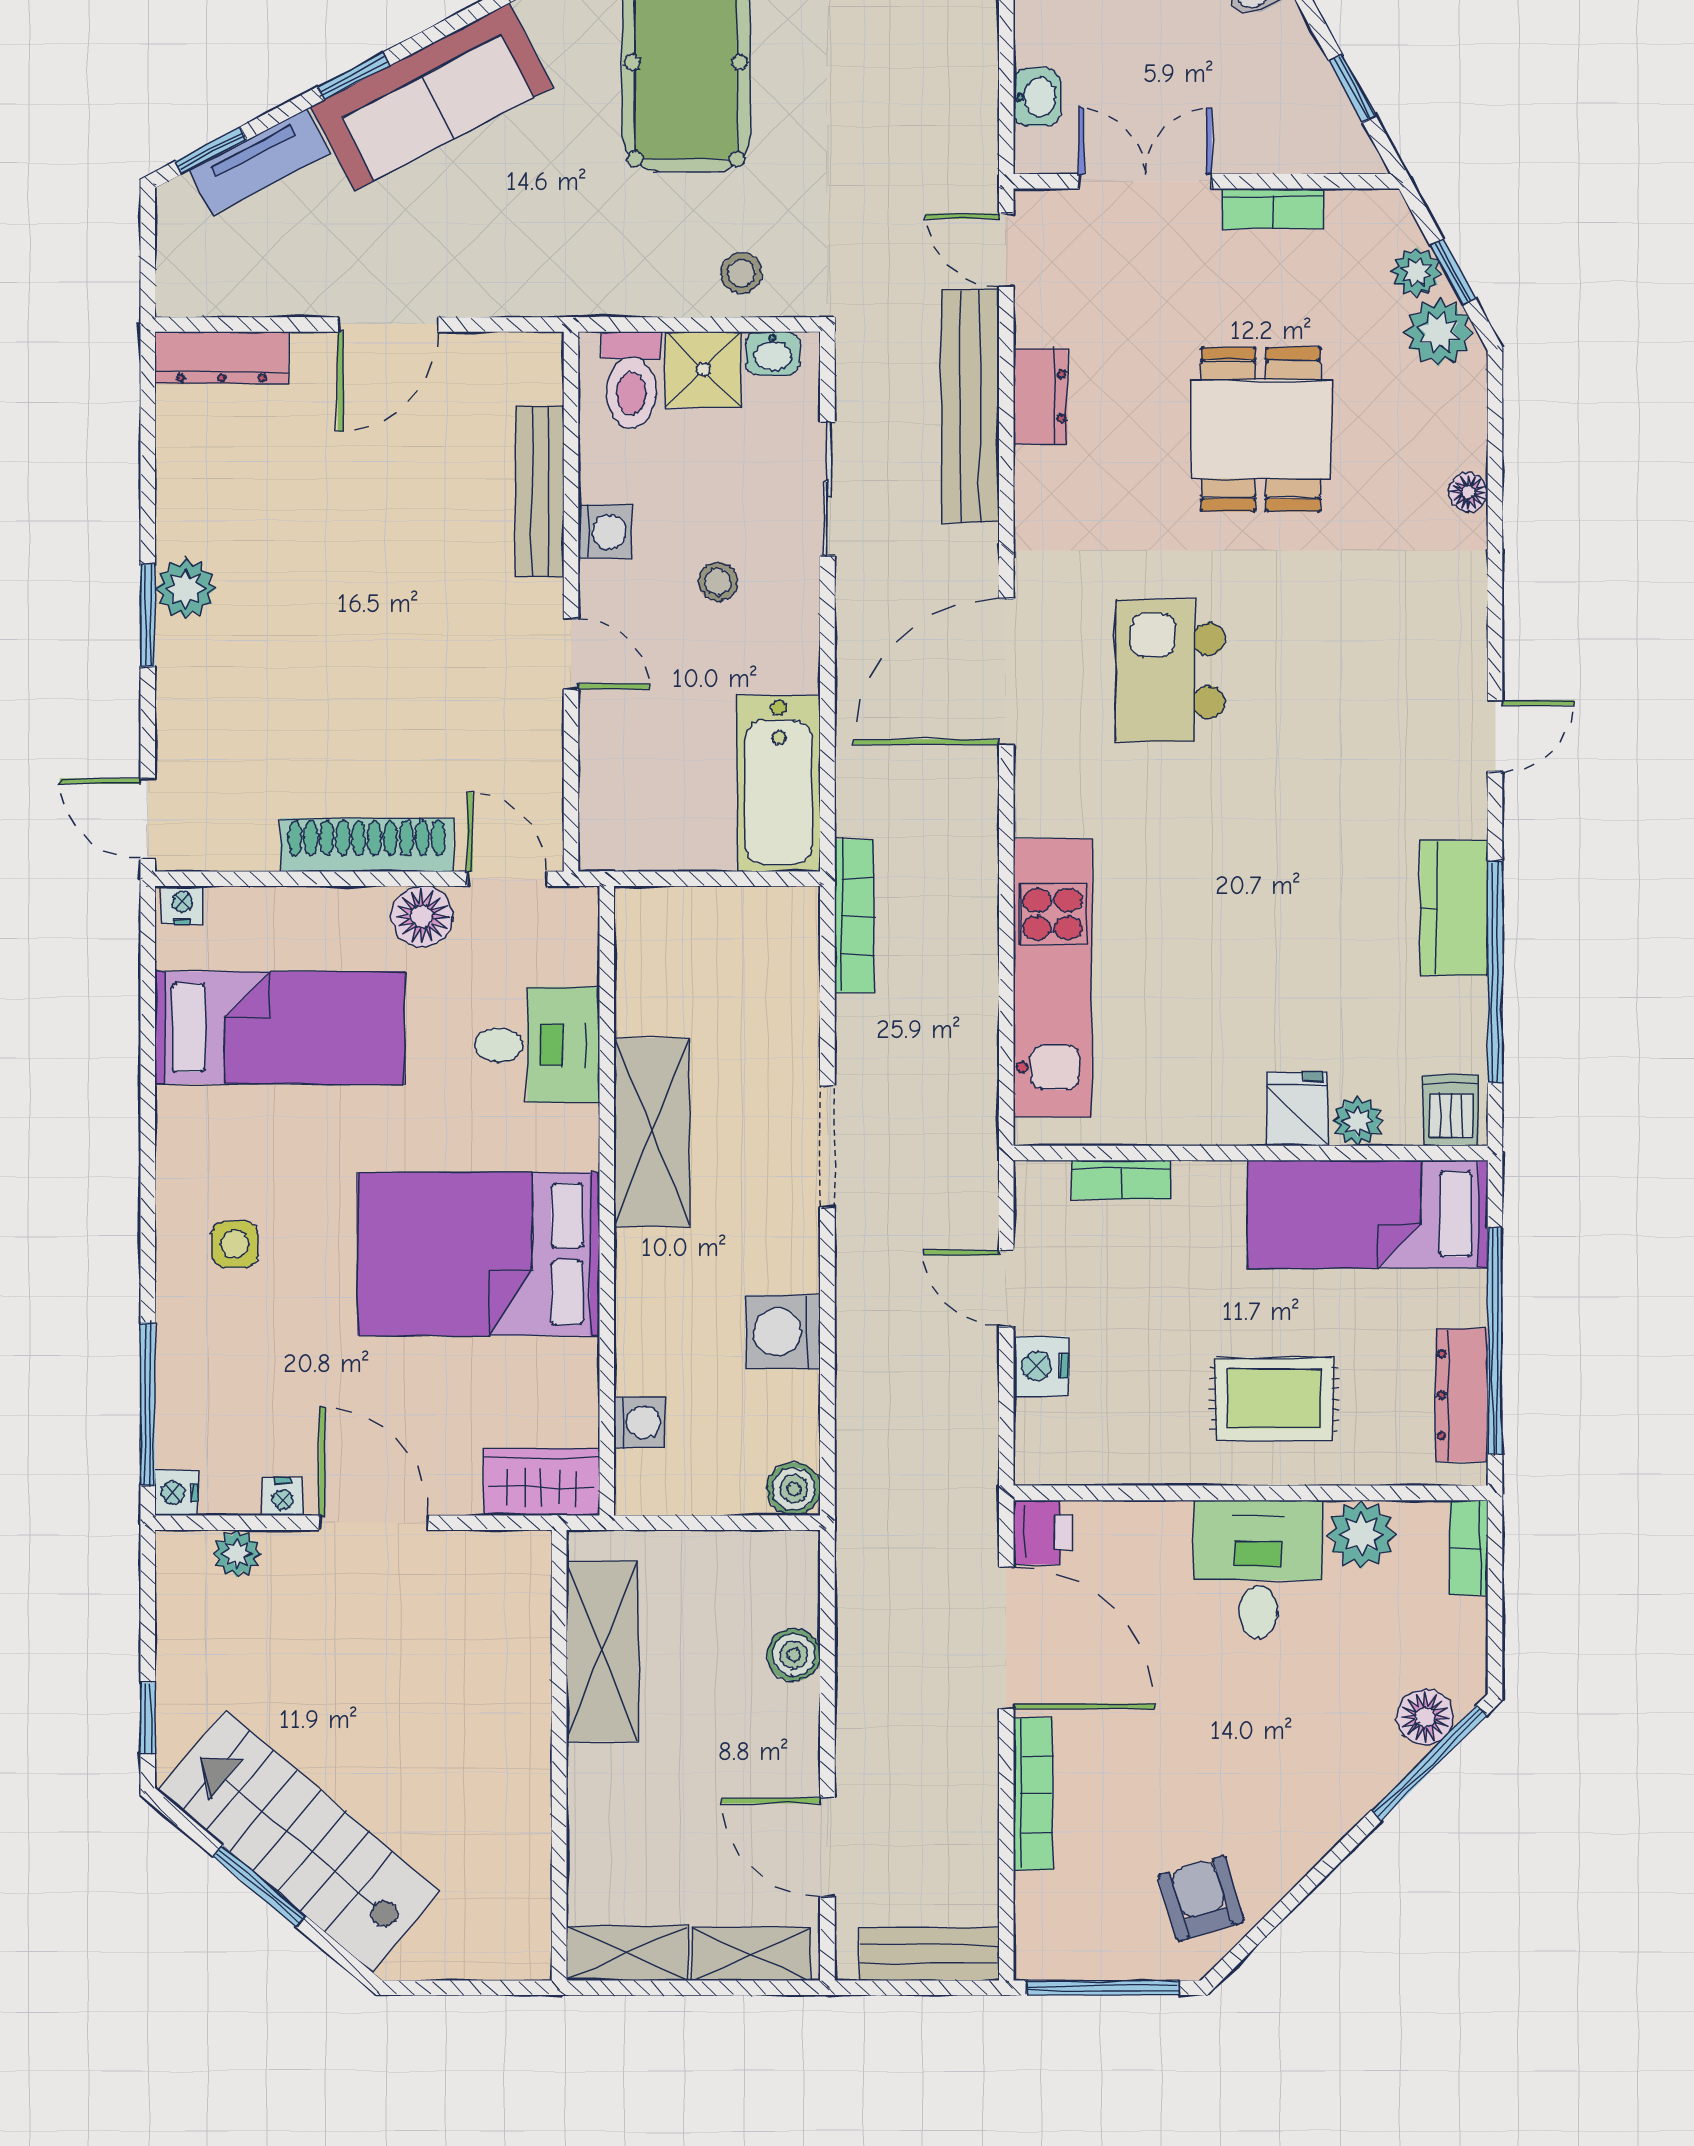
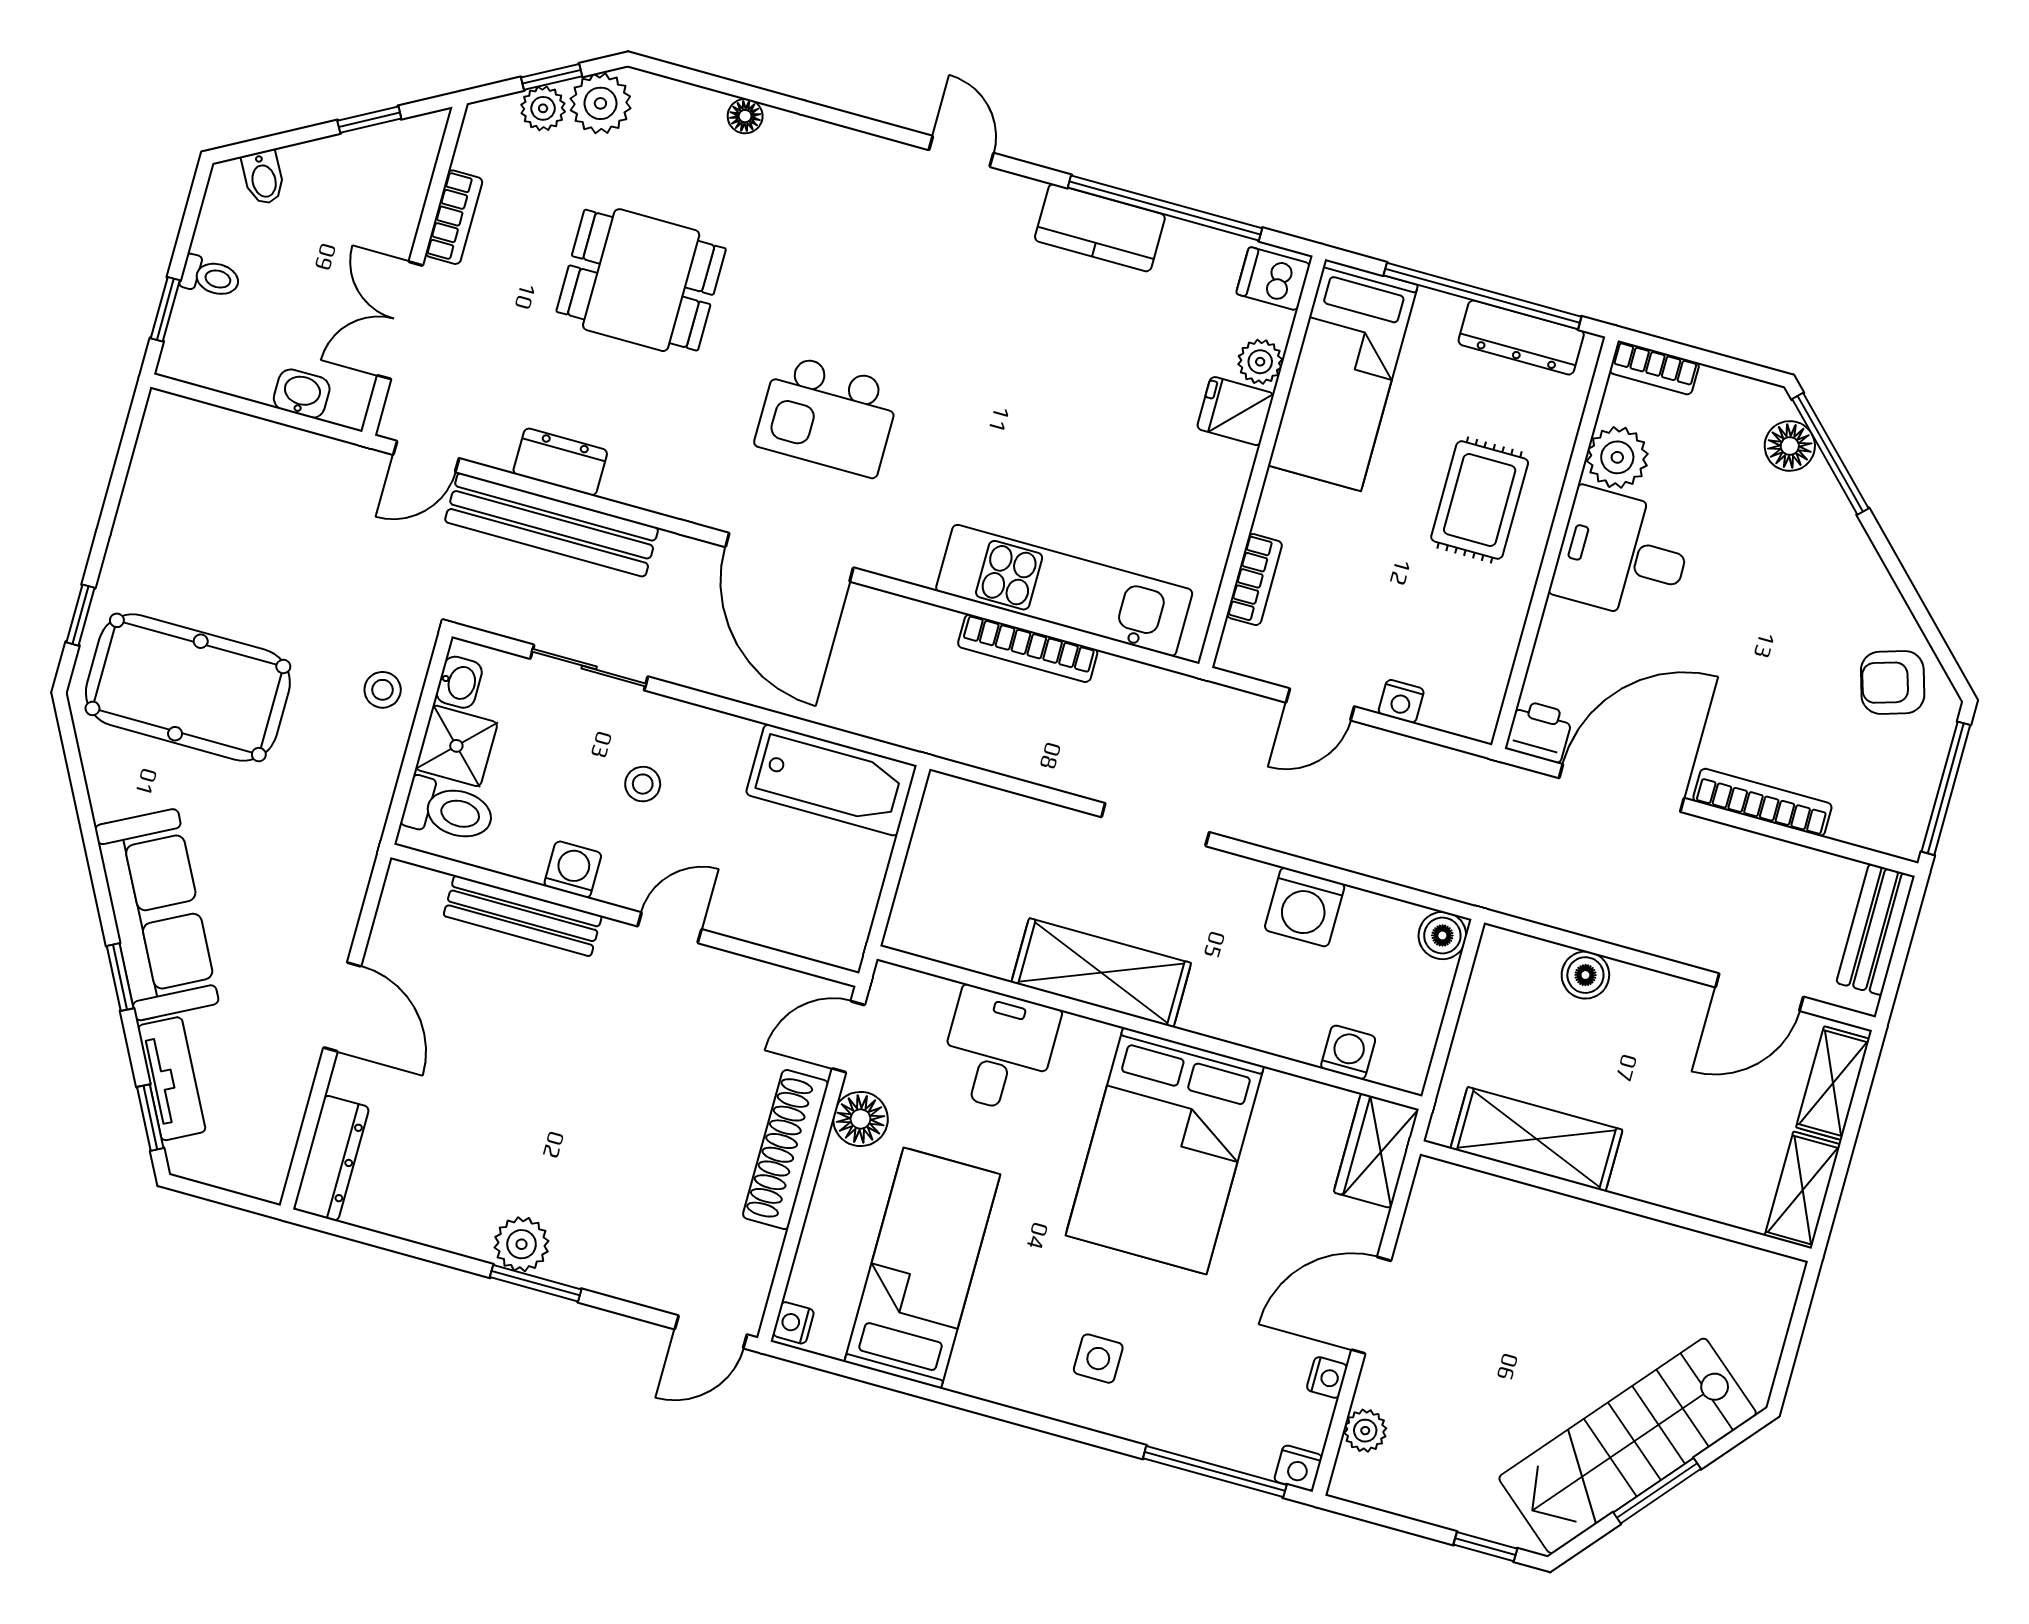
bookcase: (854, 916) -> (1028, 648), moved, turned 180
nightstand: (1041, 1366) -> (1401, 701), width x0.72, depth x0.74

